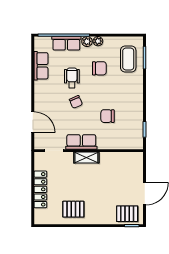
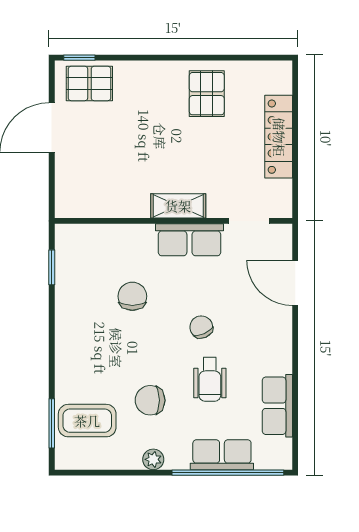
plant: (87, 41) -> (177, 459), removed
coffee table: (128, 59) -> (87, 421), turned 90
chair: (108, 116) -> (132, 296), turned -90
pallet: (73, 209) -> (207, 94), turned 90

